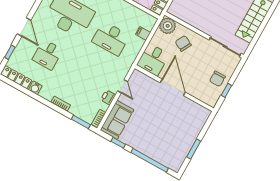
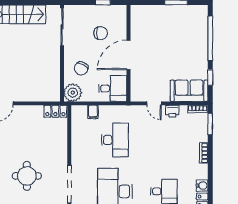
chair: (217, 79) -> (101, 33), moved
door: (123, 86) -> (154, 103), swing flipped

